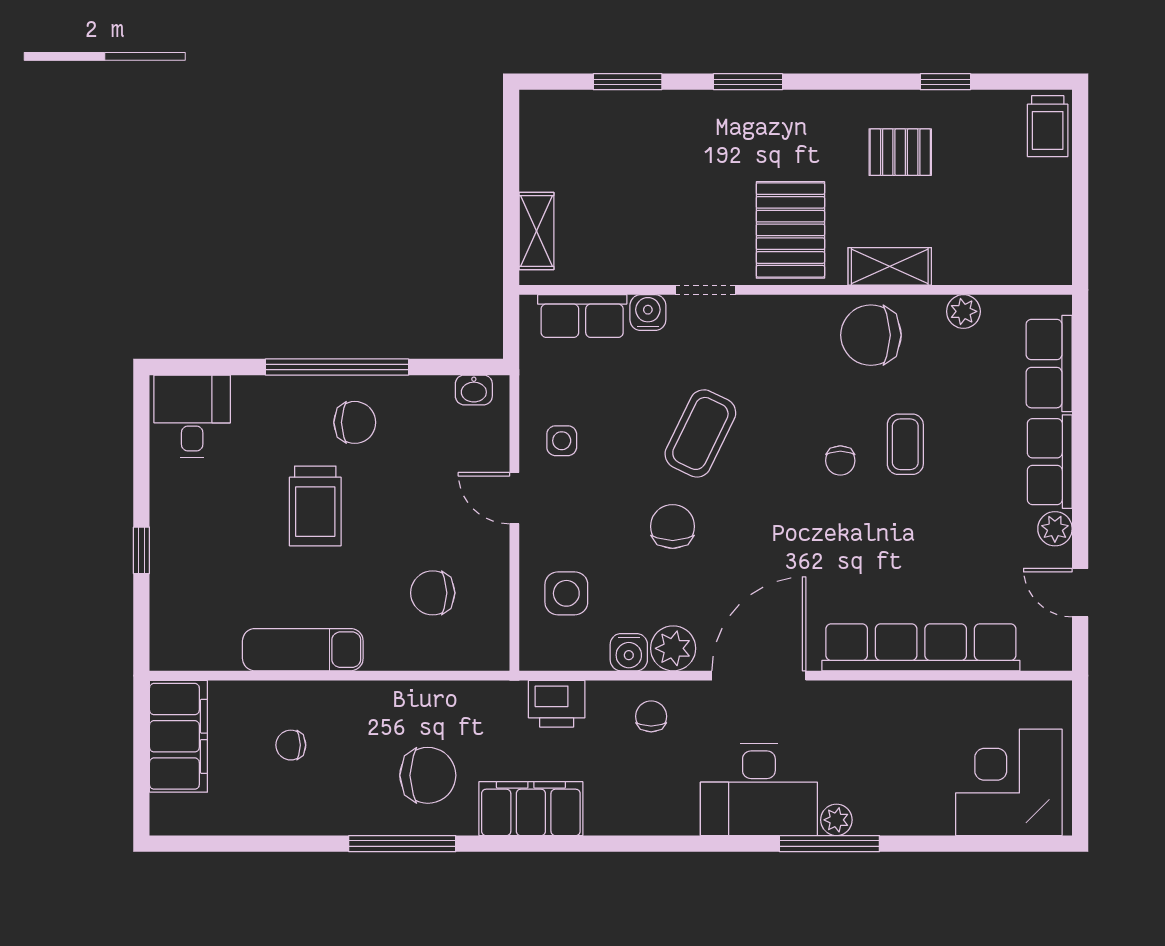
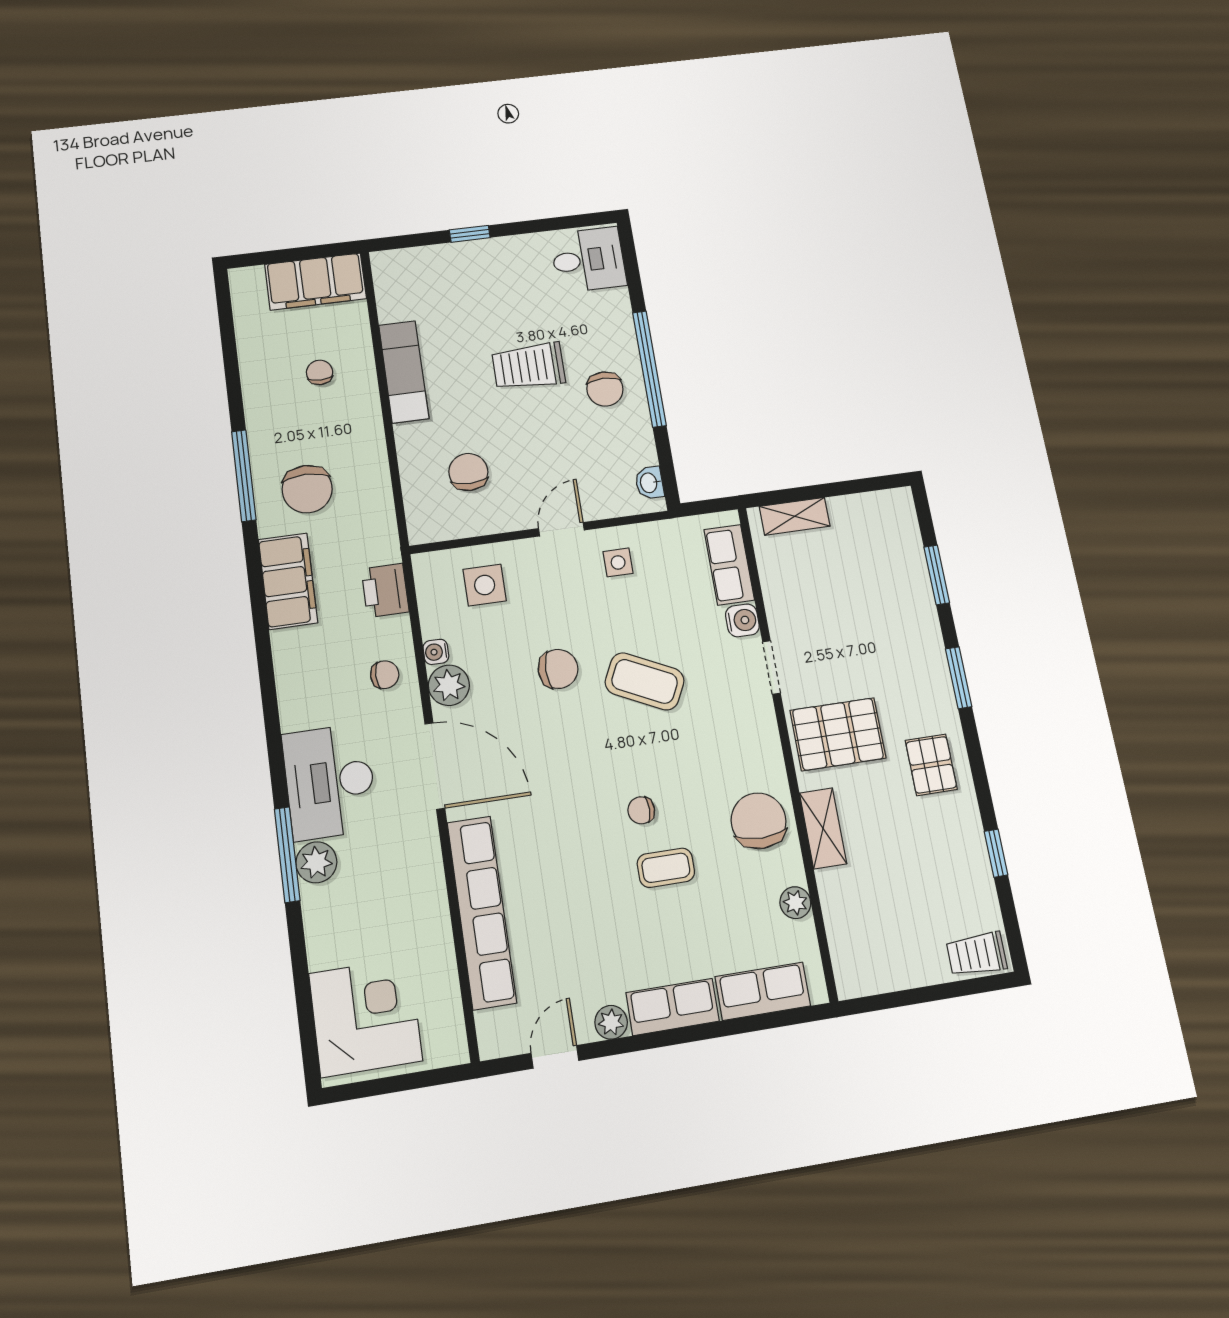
pallet: (900, 152) -> (931, 765), moved
water cooler: (629, 652) -> (436, 652), width x0.72, depth x0.72
plant: (836, 820) -> (316, 862), width x1.38, depth x1.38

